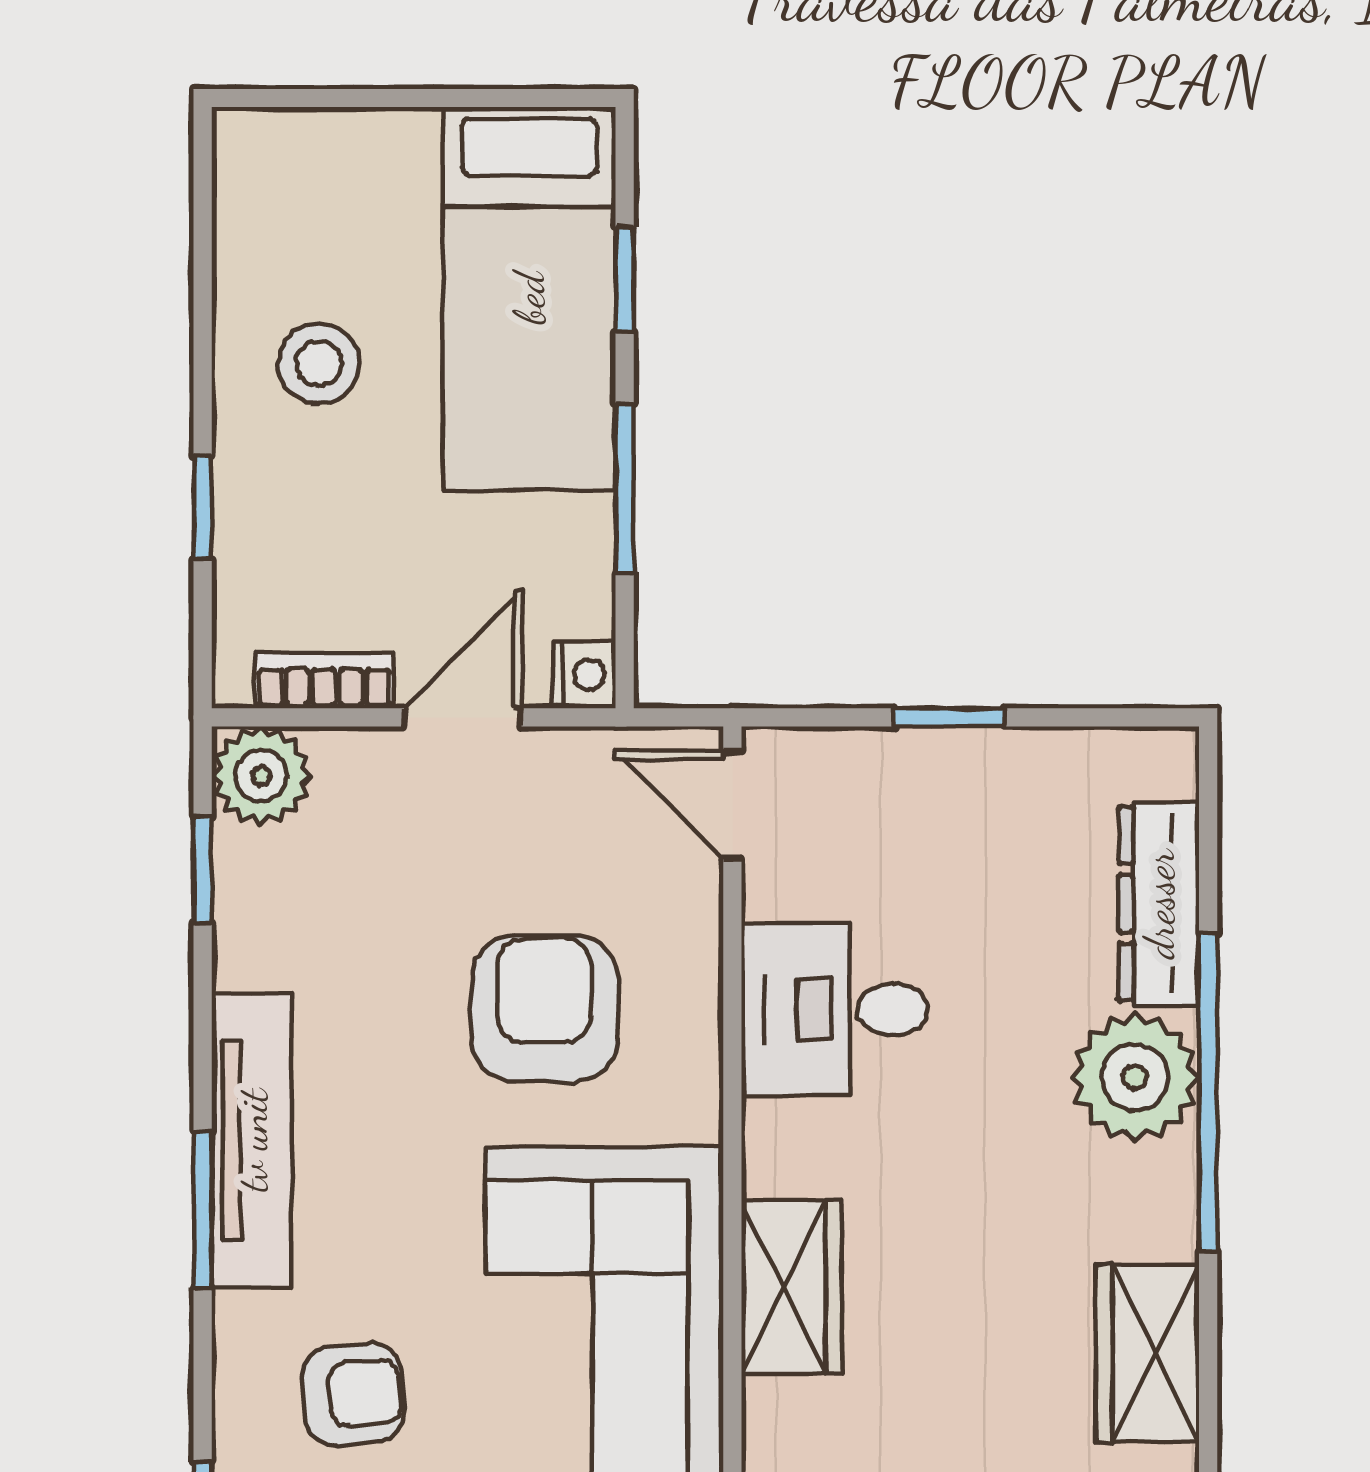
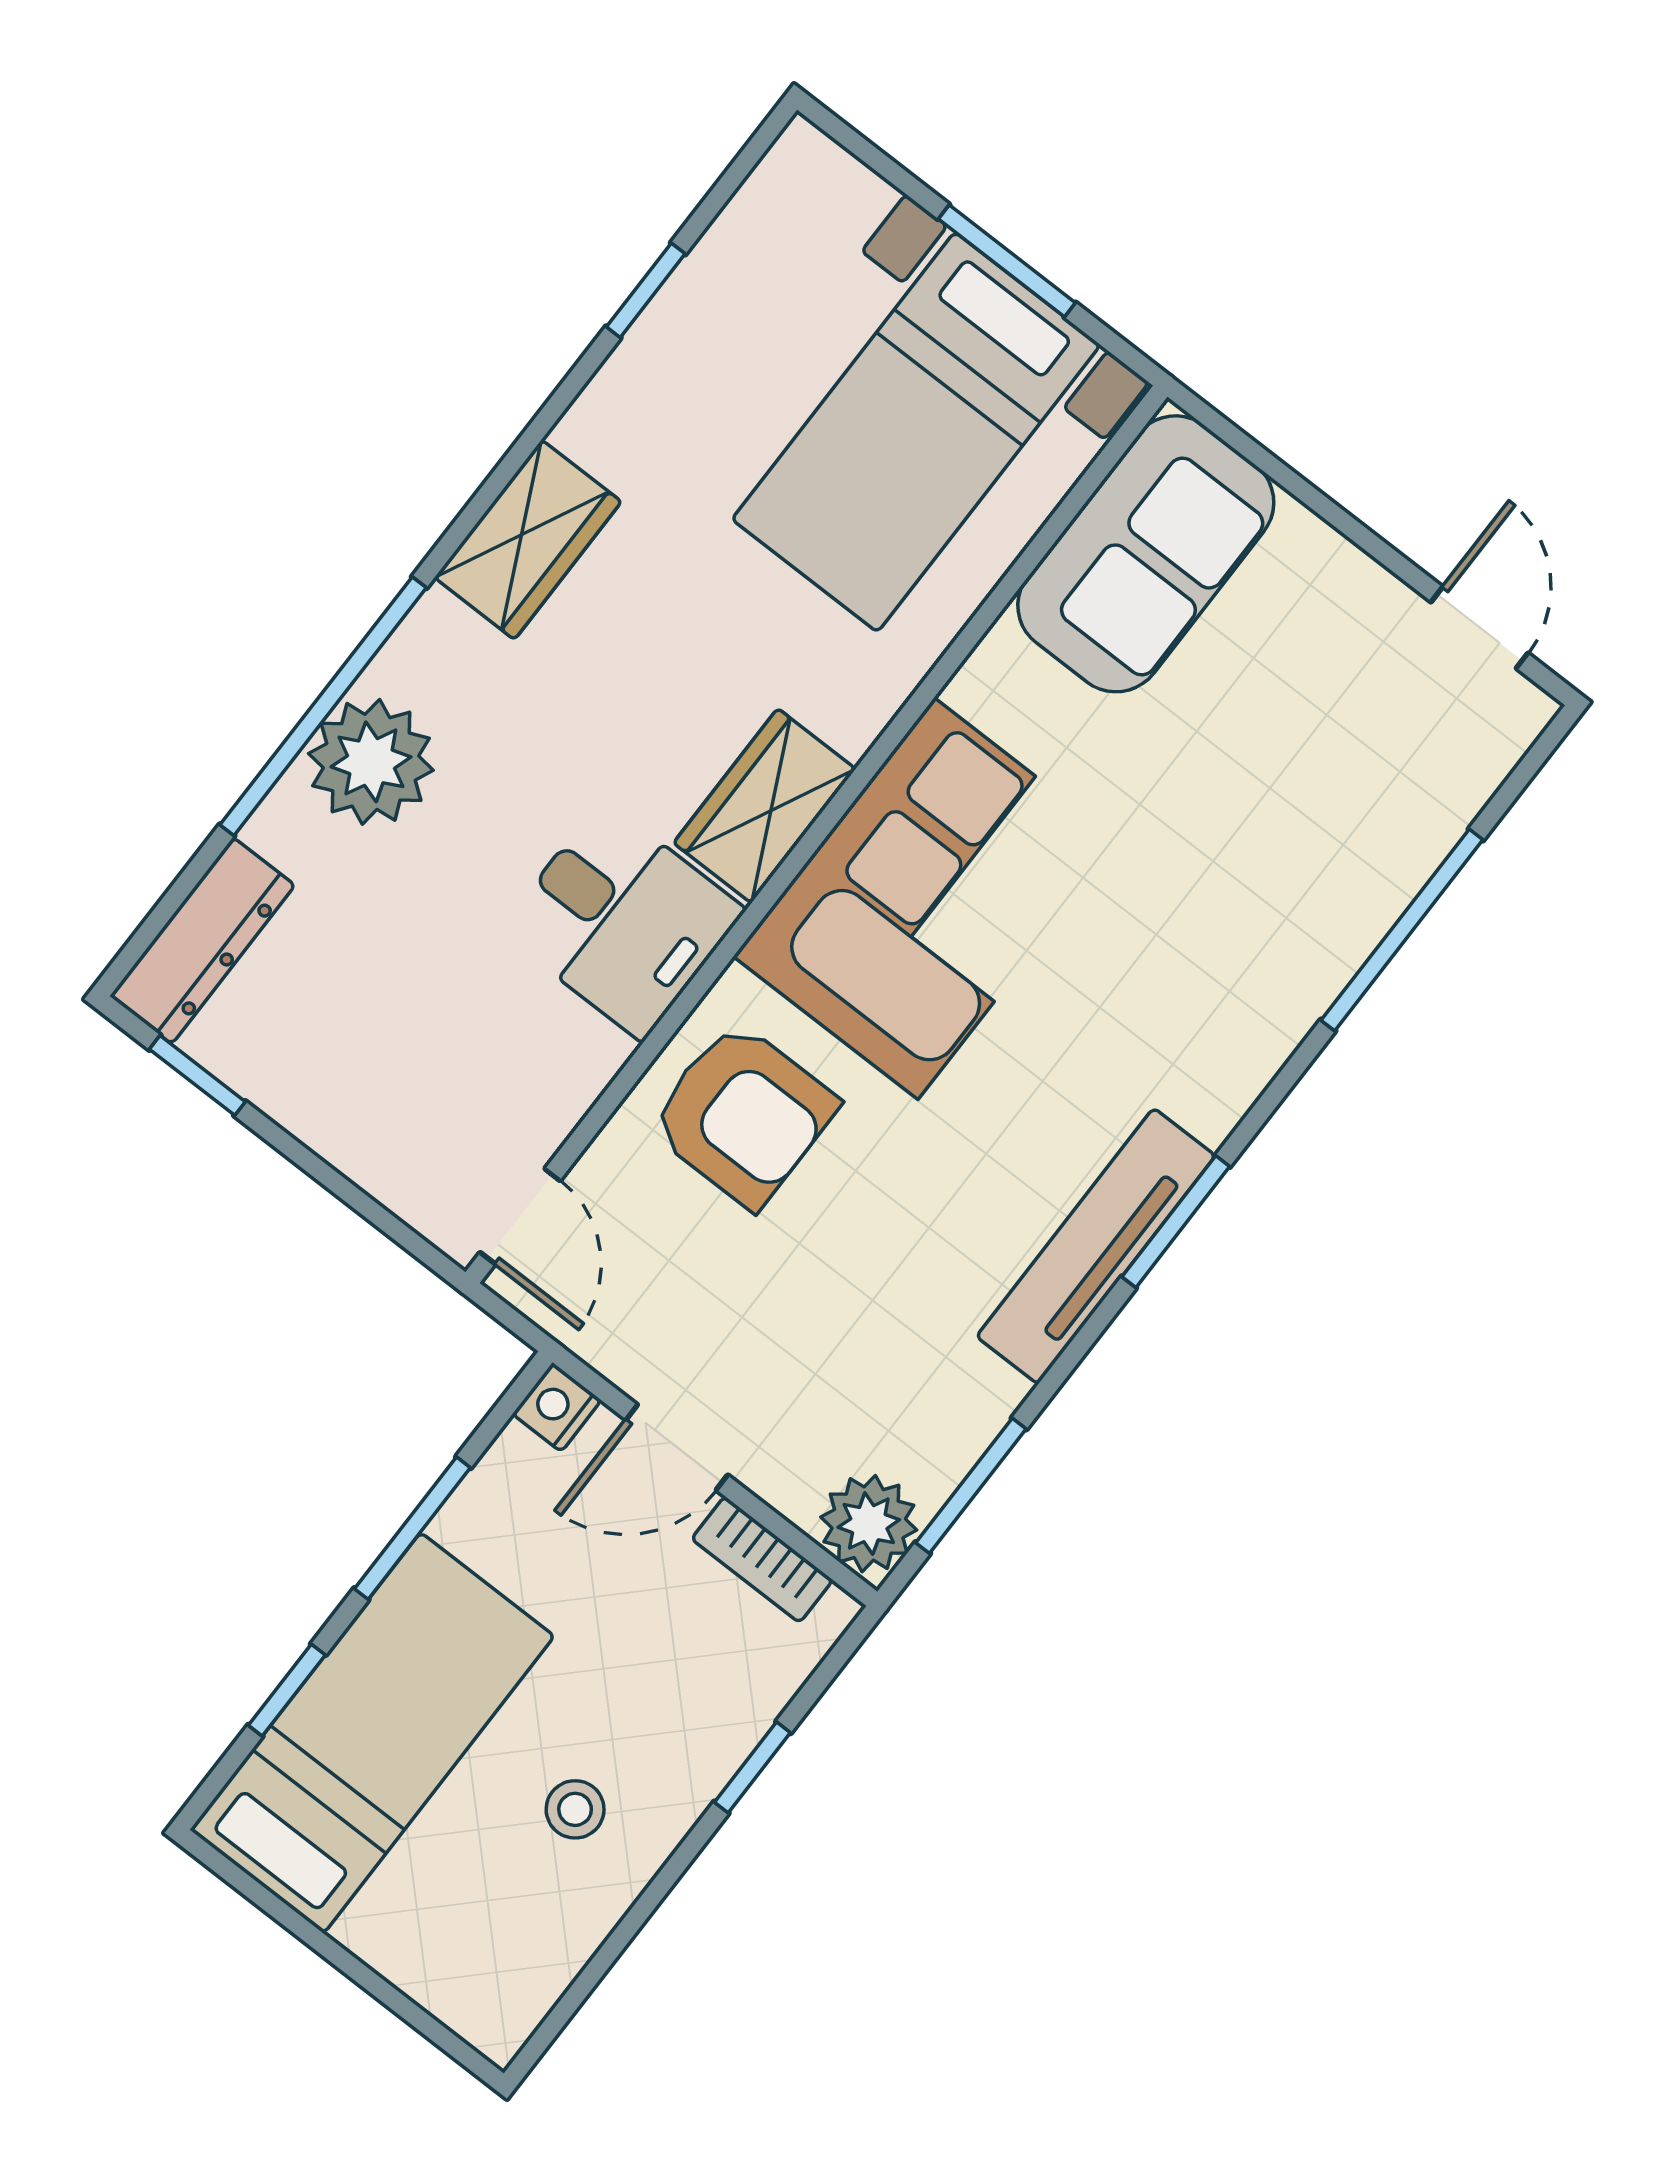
stool: (319, 363) -> (575, 1809), width x0.73, depth x0.73
window: (950, 717) -> (197, 1075), moved
window: (203, 870) -> (971, 1486), width x1.50
dresser: (1159, 904) -> (202, 941), moved
armchair: (544, 1008) -> (743, 1115), moved, turned -90
desk: (835, 1010) -> (622, 920), moved
armchair: (353, 1394) -> (1170, 987), removed

